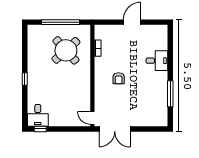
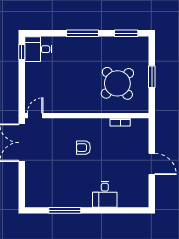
window: (60, 22) -> (152, 77), width x0.47
window: (25, 43) -> (126, 33), added
window: (25, 79) -> (82, 33), width x2.17

